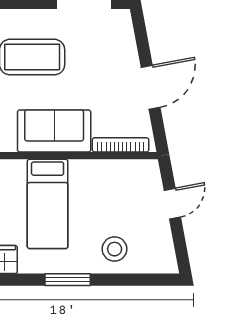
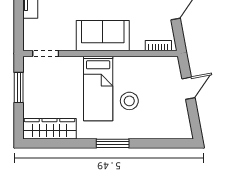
bookcase: (121, 145) -> (158, 46), width x0.64
stool: (115, 249) -> (129, 101), moved

